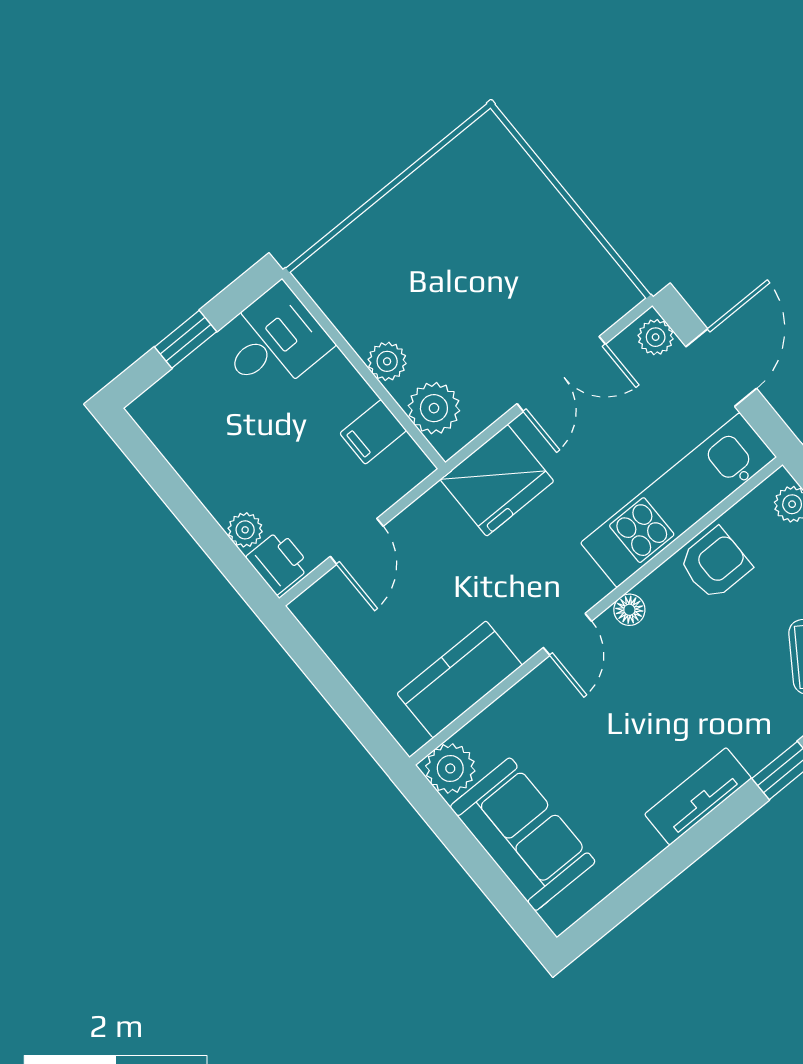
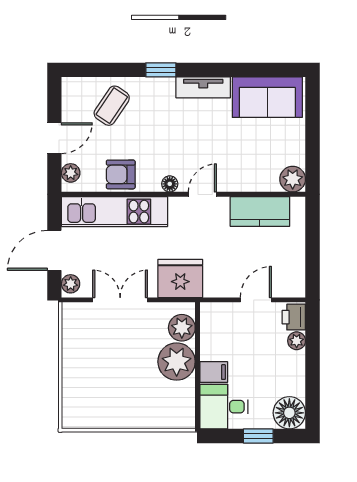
plant: (387, 361) -> (177, 362), width x1.87, depth x1.87
floor lamp: (167, 413) -> (289, 413), added
filing cabinet: (373, 432) -> (214, 372), moved
sofa: (523, 834) -> (267, 97), moved, turned -90

